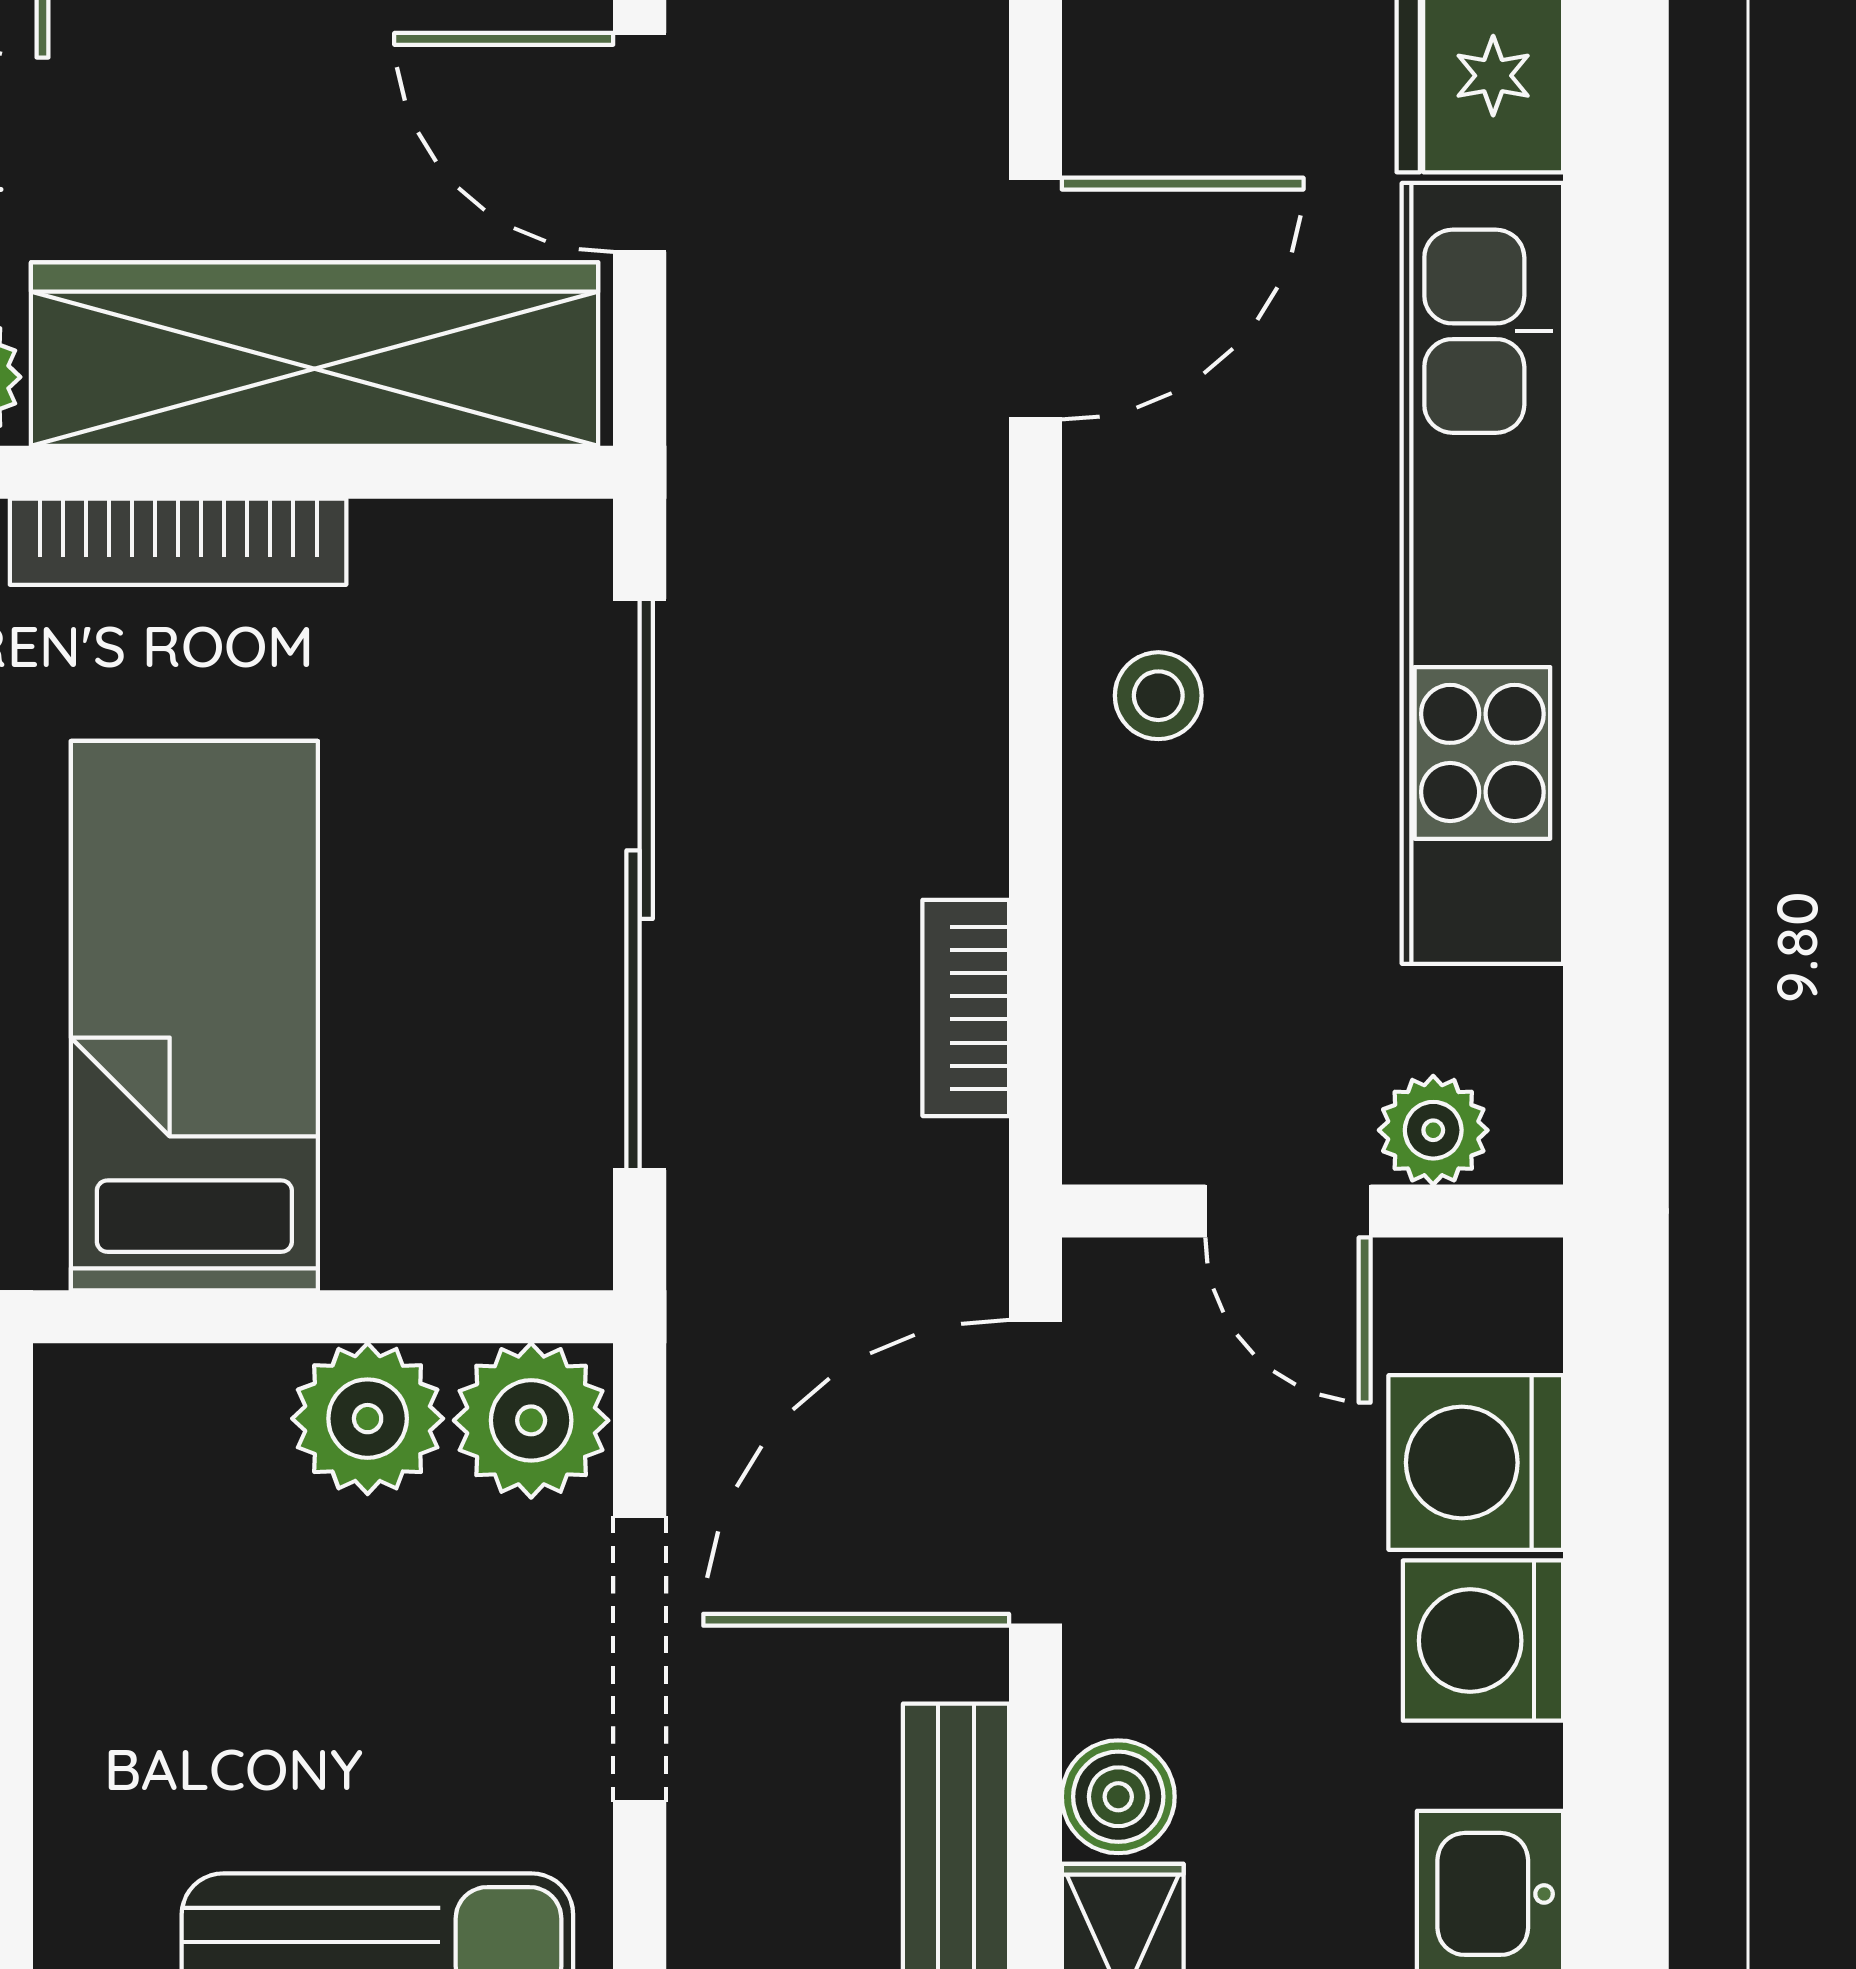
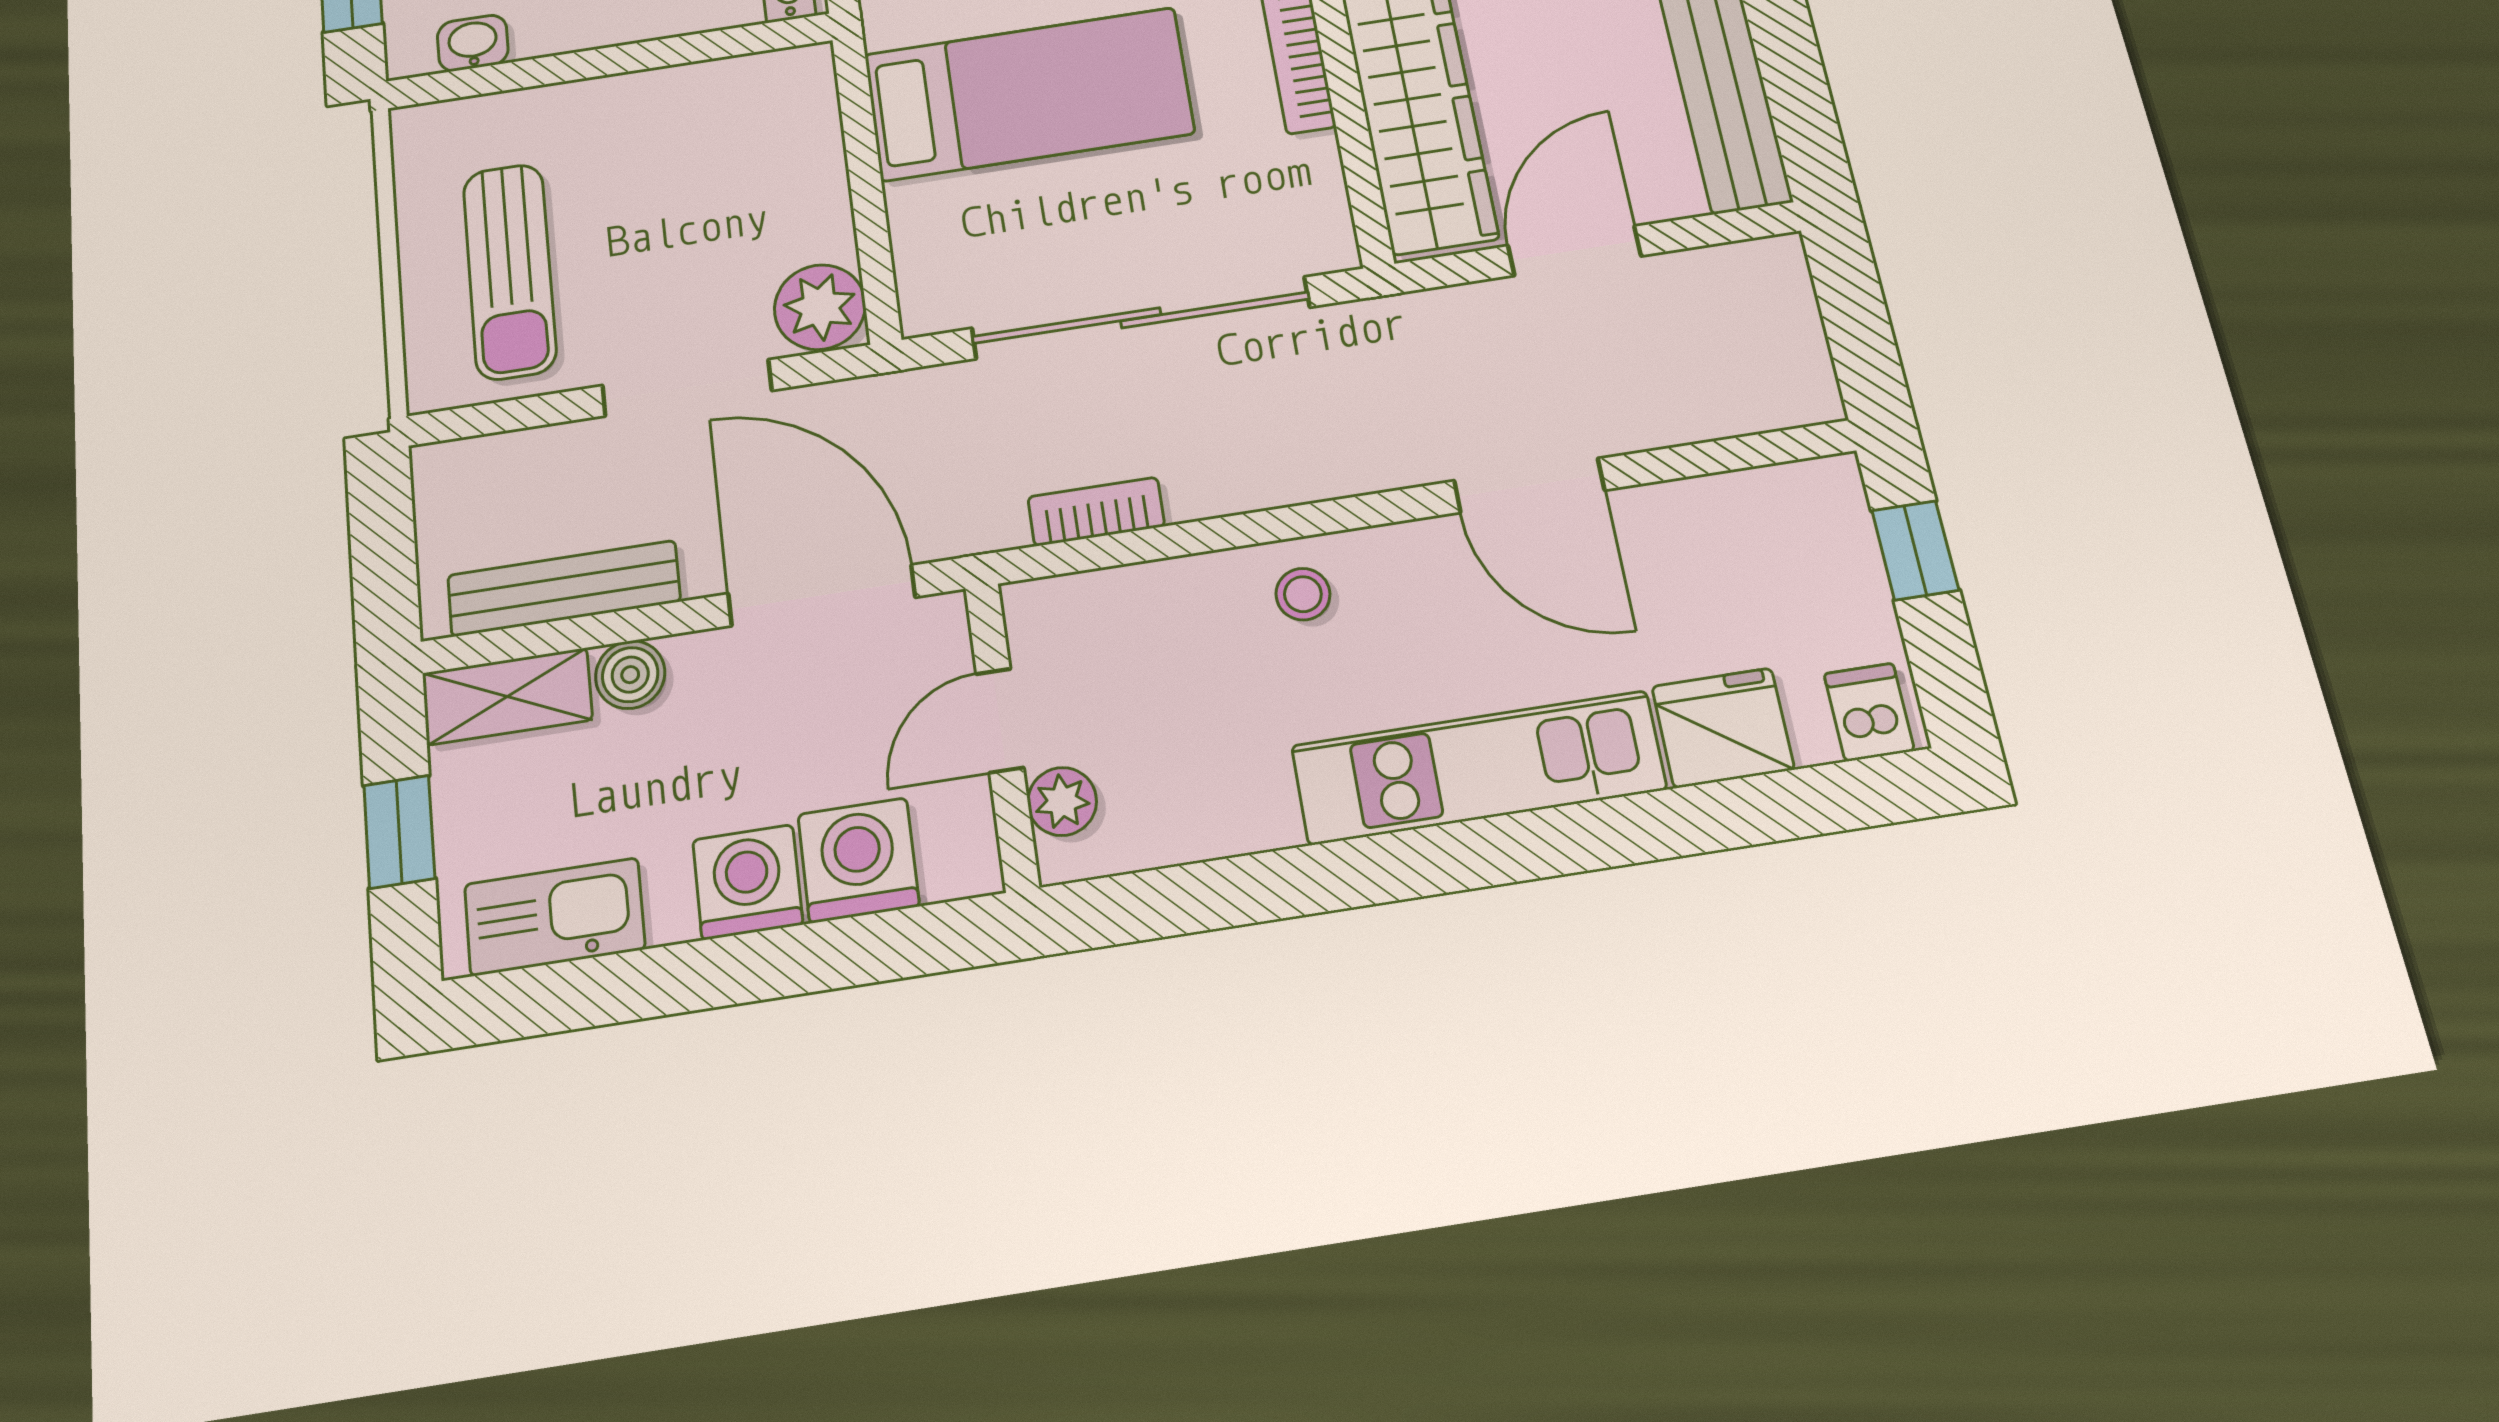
kitchen unit: (1482, 573) -> (1478, 768), width x0.73
plant: (368, 1419) -> (811, 219), removed

